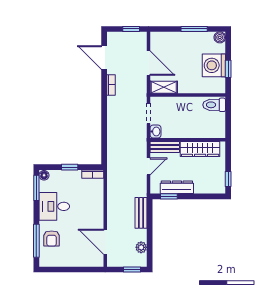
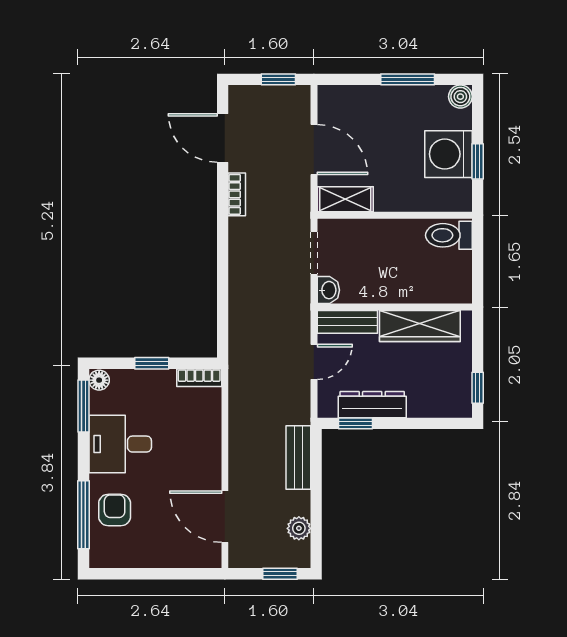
armchair: (52, 238) -> (115, 510), turned 180

